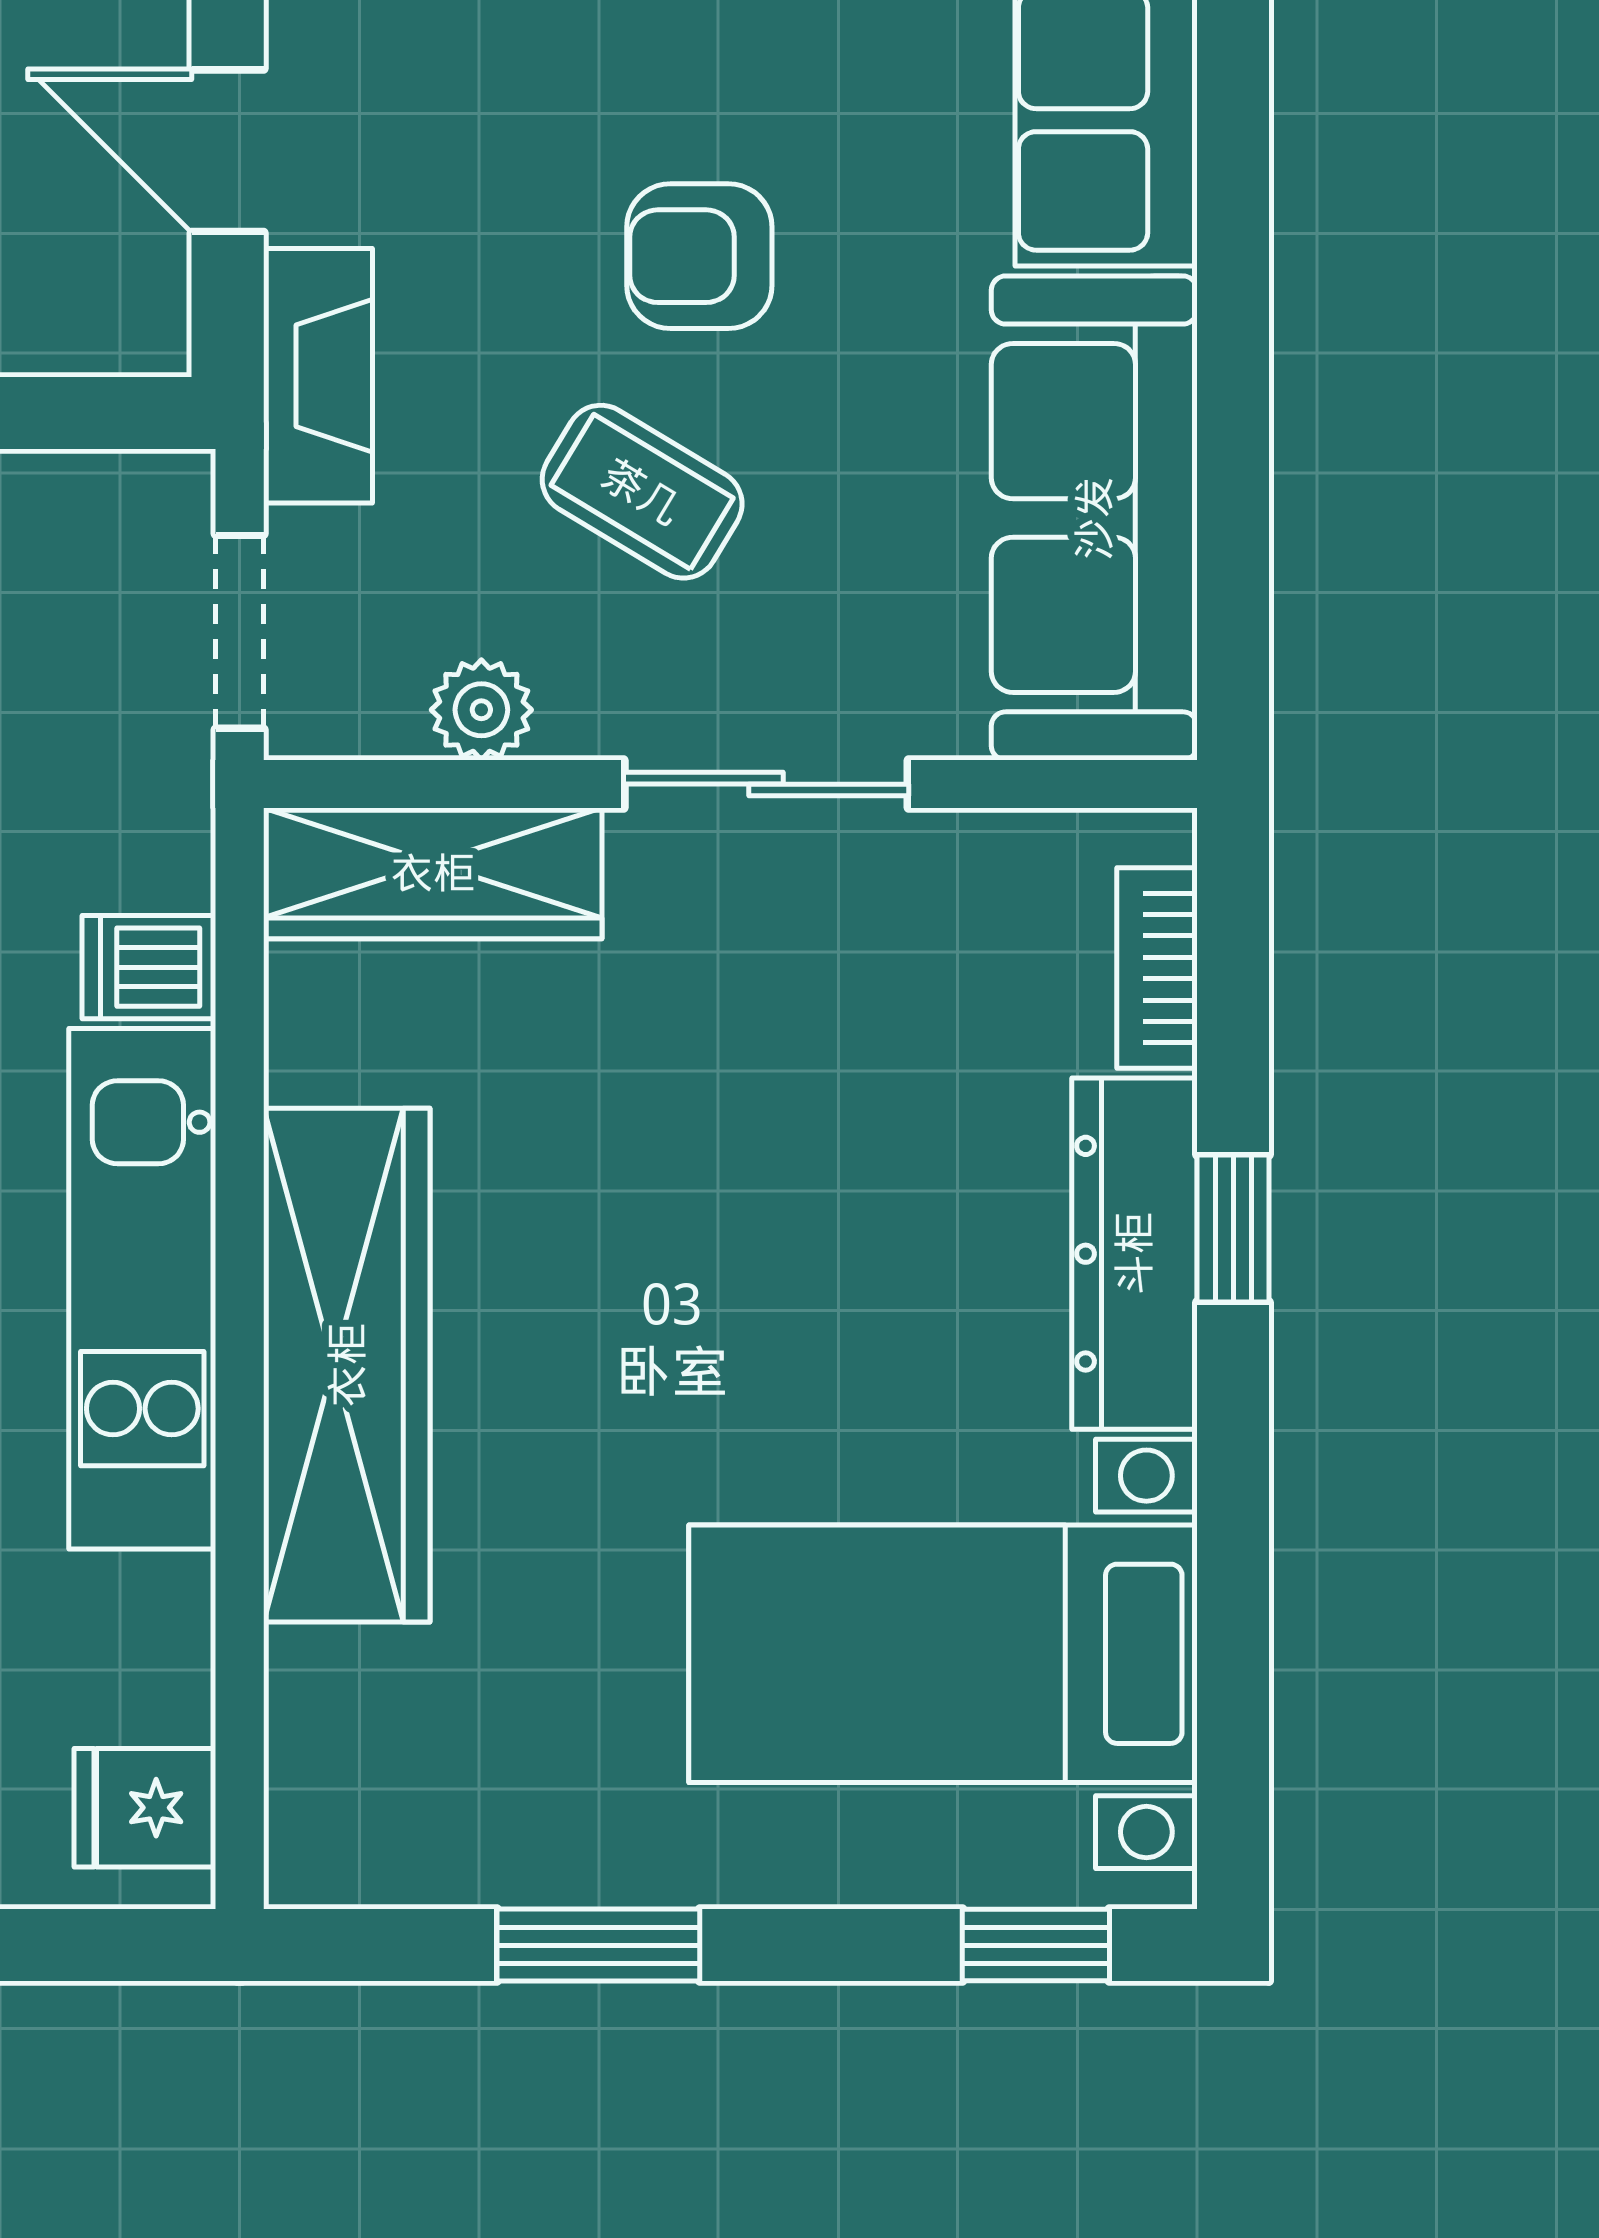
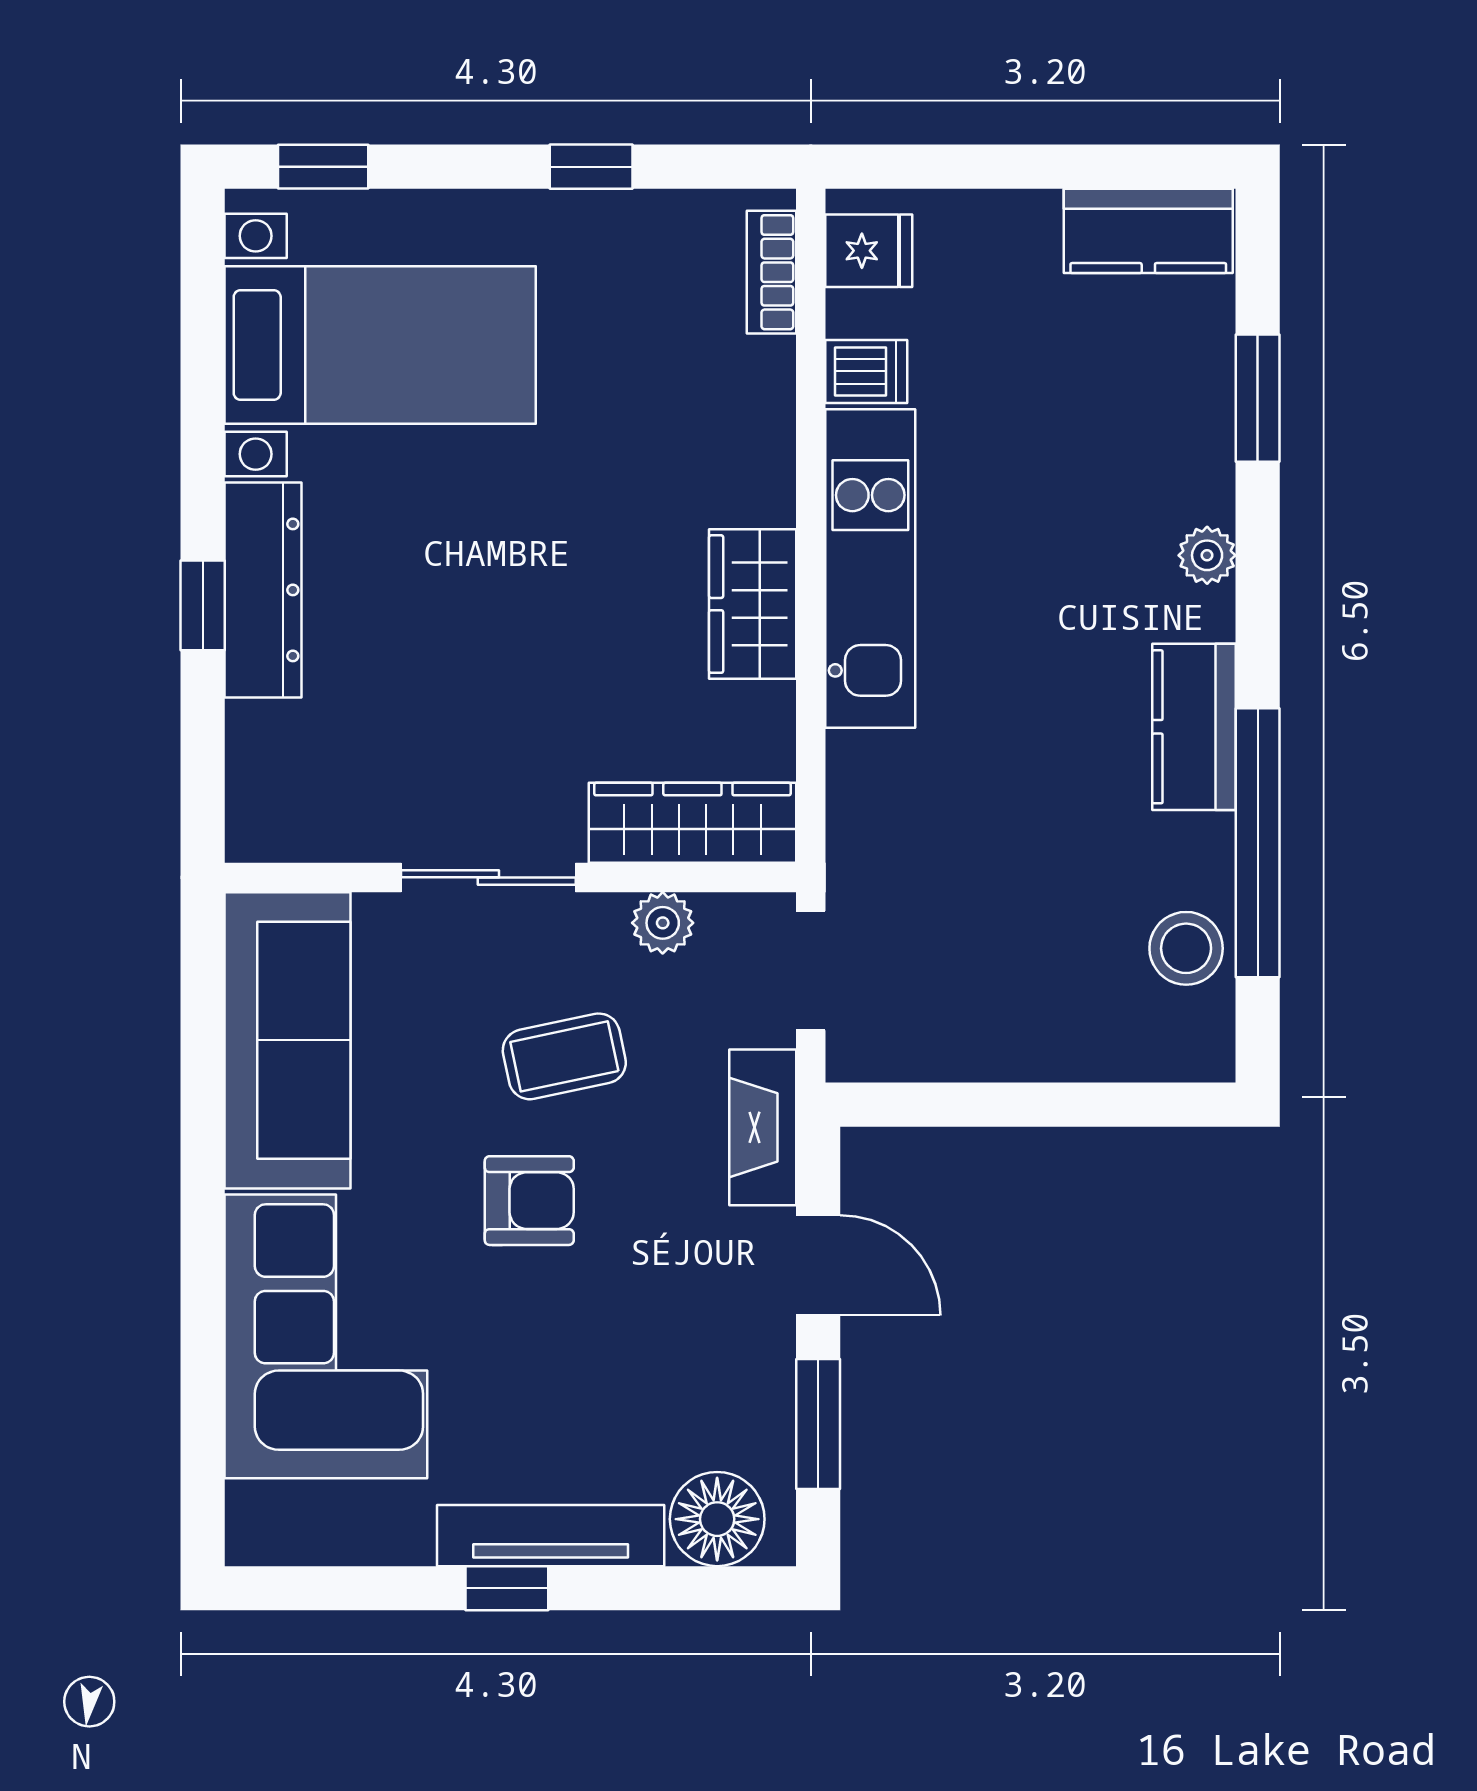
coffee table: (642, 492) -> (564, 1056), turned -43
dishwasher: (149, 967) -> (866, 371), moved
bookcase: (1157, 968) -> (771, 272), moved, turned 180
wardrobe: (347, 1365) -> (753, 604), width x0.48, depth x0.85
window: (598, 1945) -> (591, 167), width x0.67

